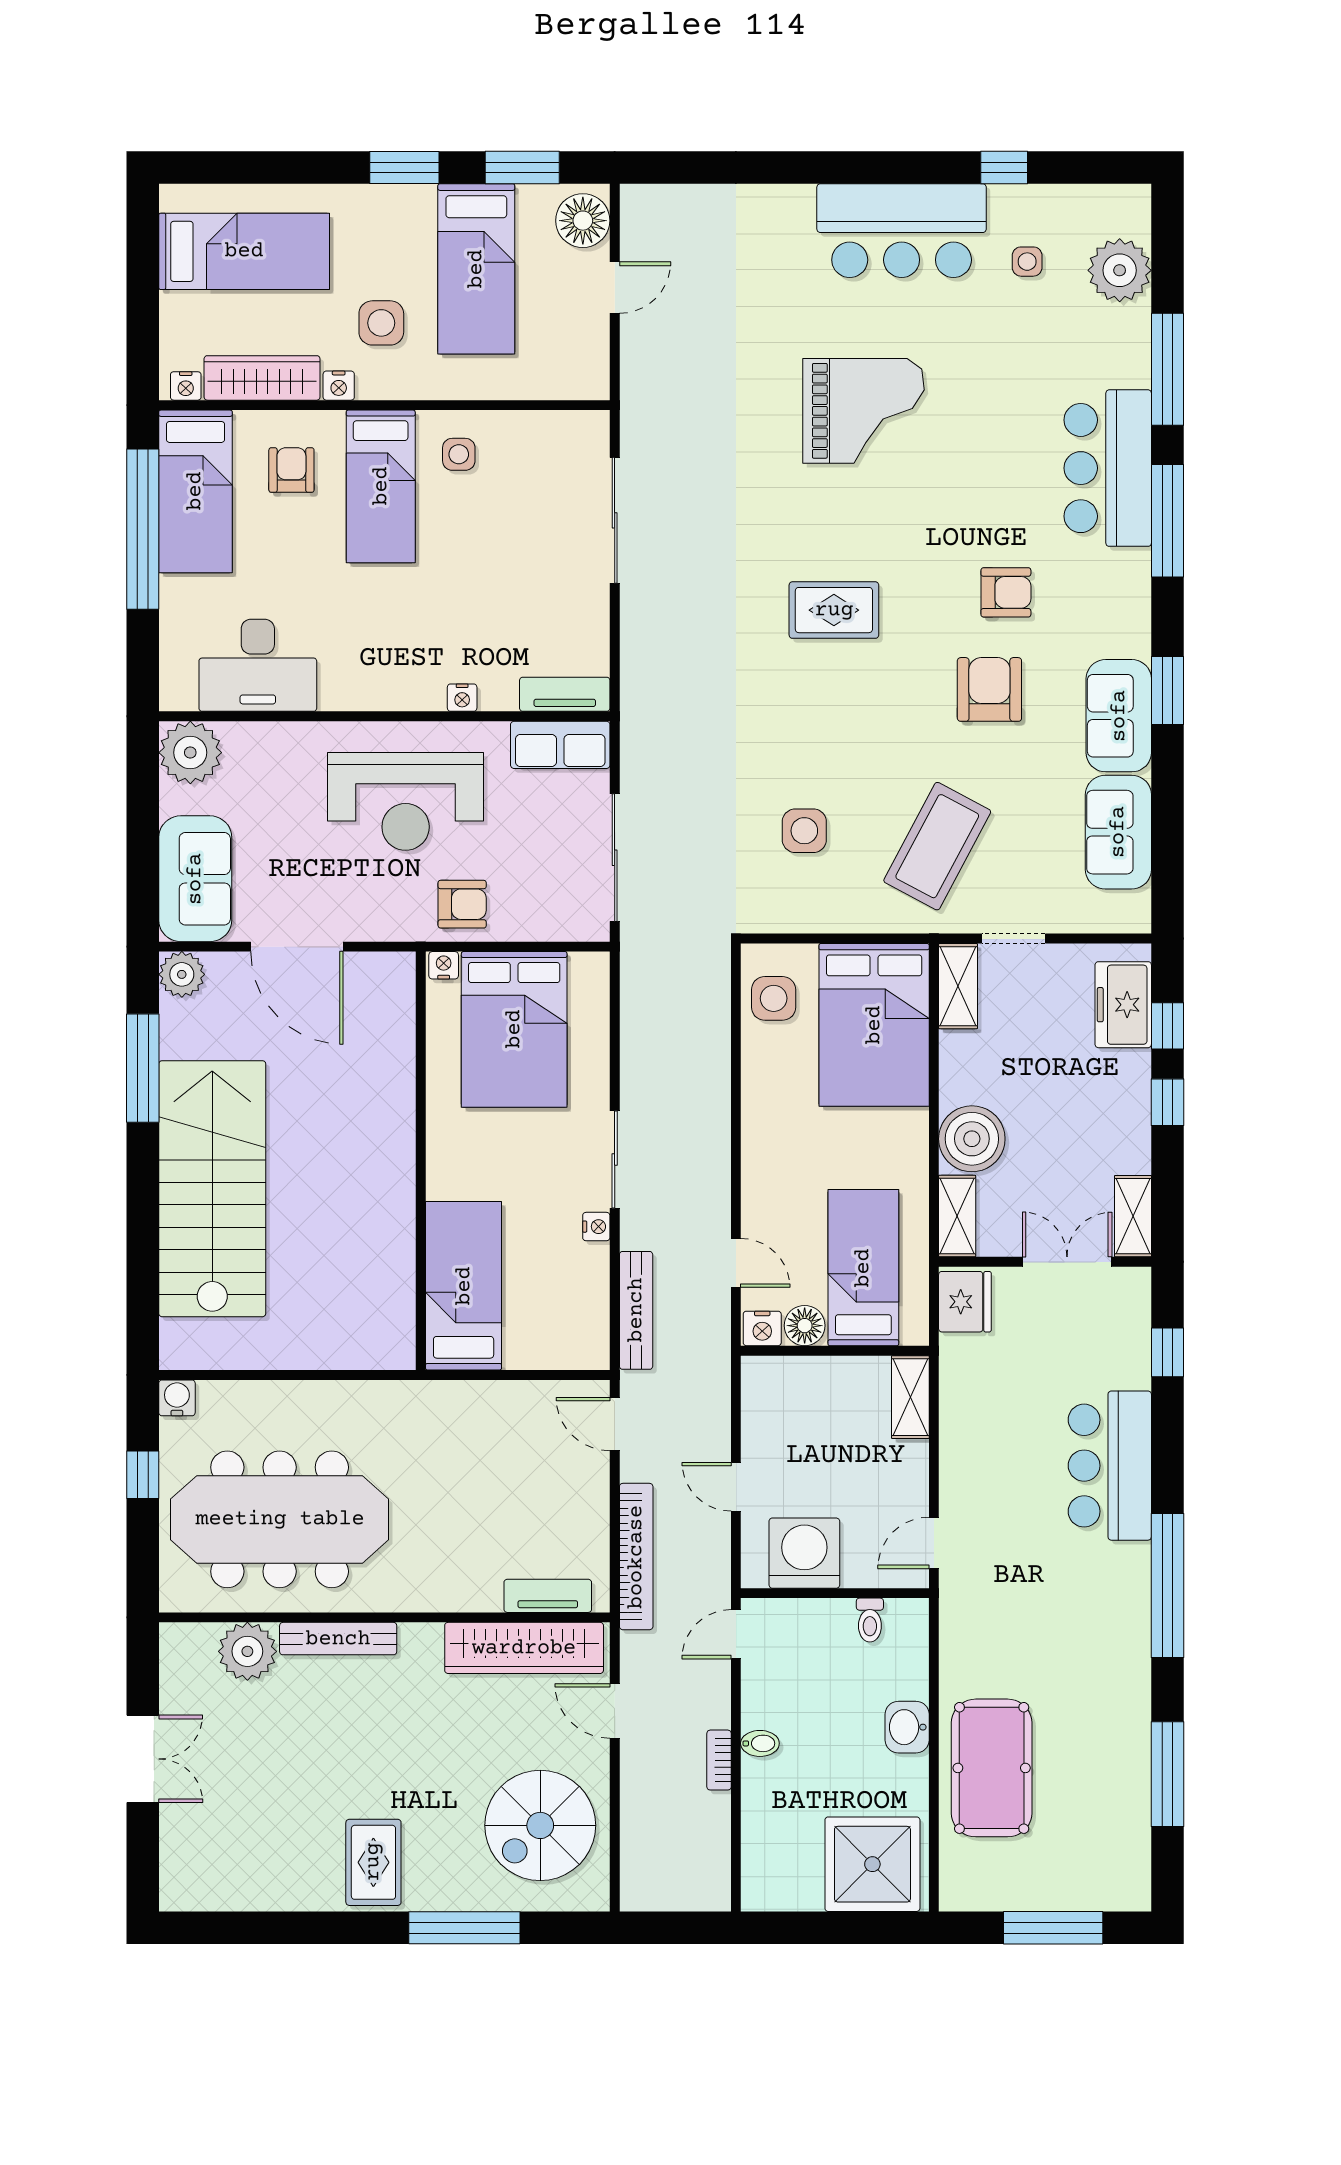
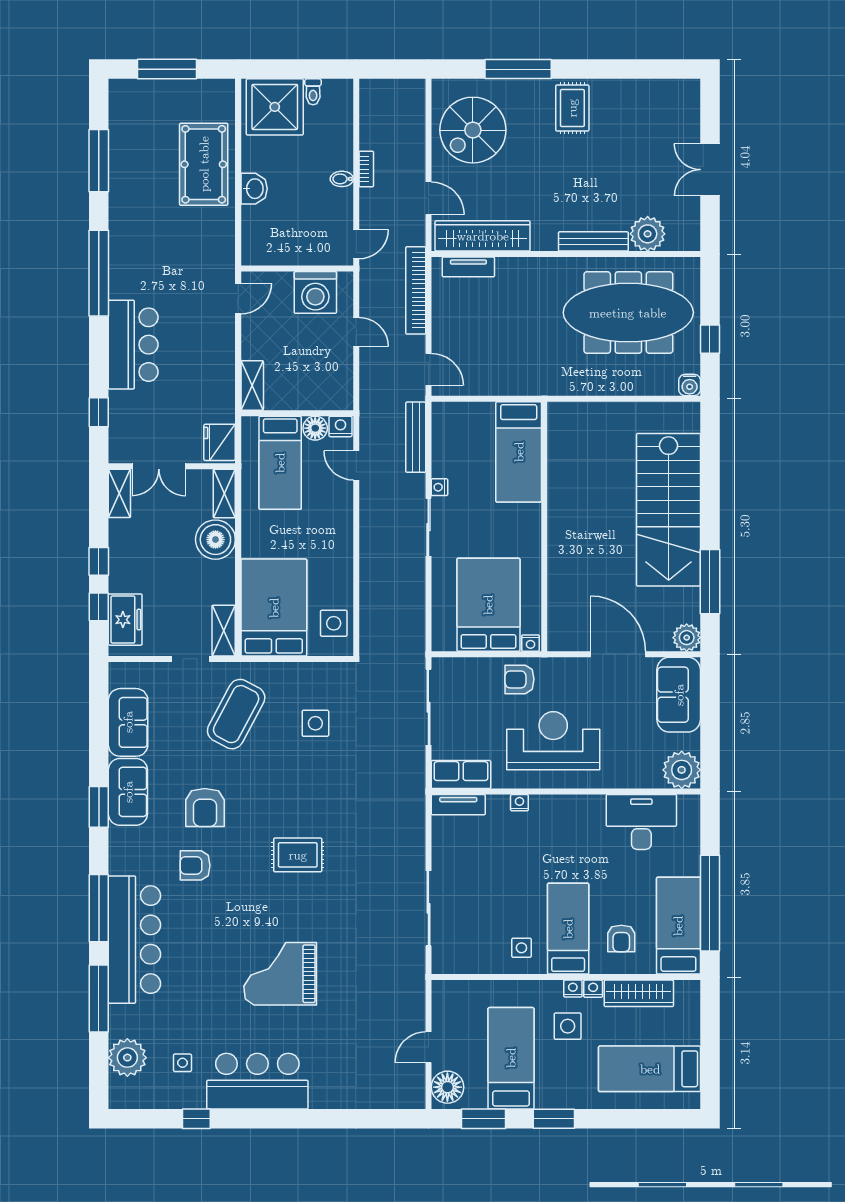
nightstand: (186, 386) -> (573, 989), moved
bar counter: (1108, 468) -> (134, 940), width x1.36
toilet: (870, 1620) -> (313, 92), moved, turned 180
spiral stairs: (540, 1825) -> (473, 130), turned 180

